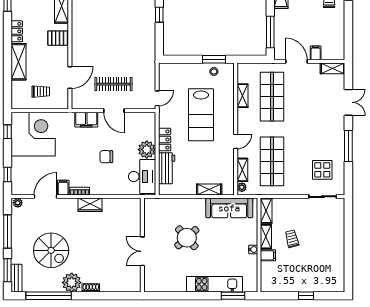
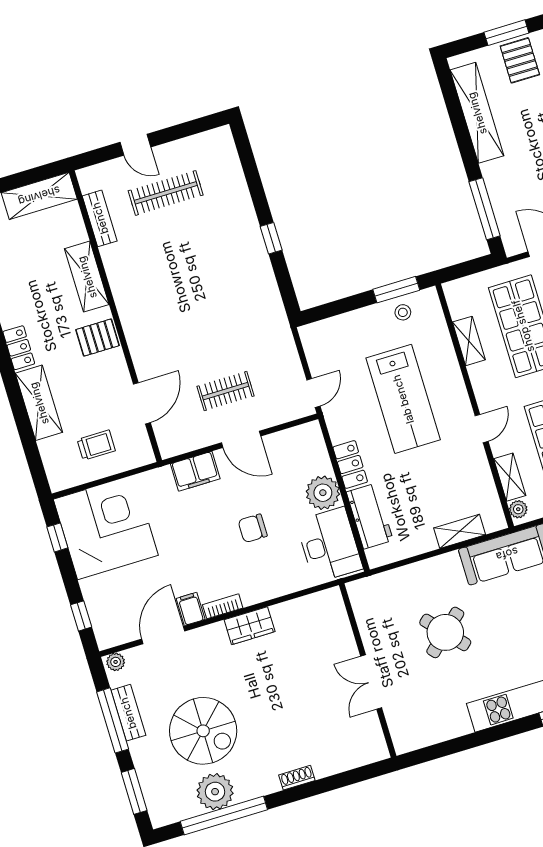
clothes rail: (113, 84) -> (226, 391), width x0.73
bench: (16, 278) -> (128, 713), moved
plant: (72, 283) -> (215, 792), moved

